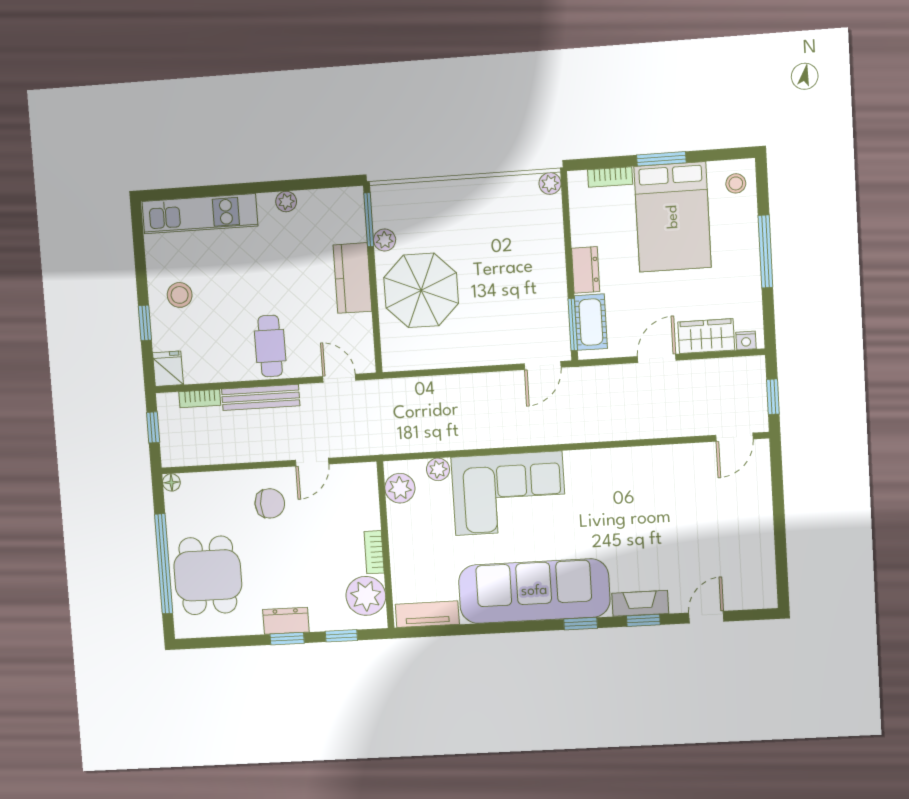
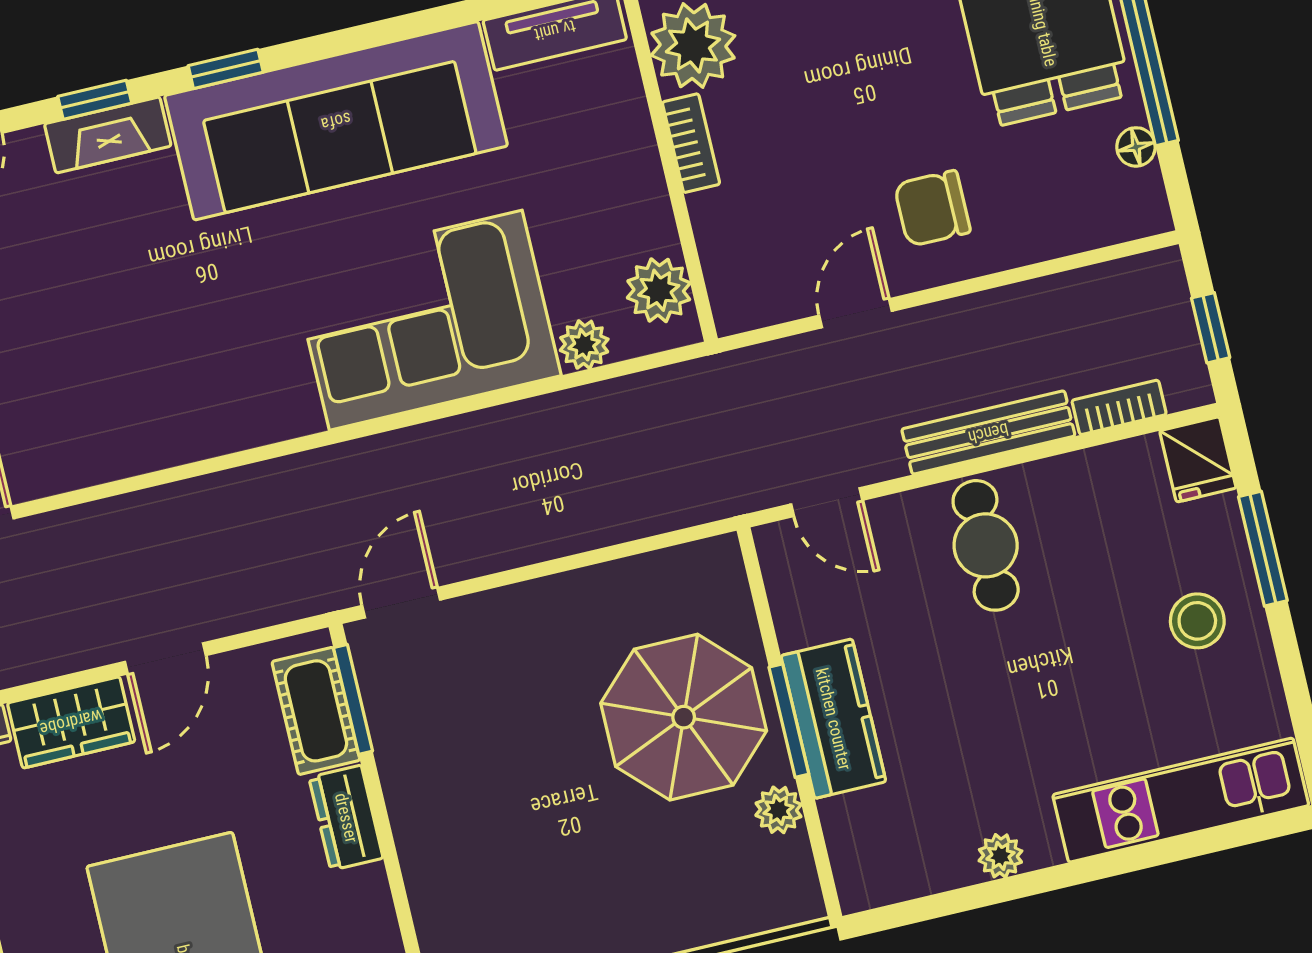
window: (369, 220) -> (789, 721), moved
window: (145, 323) -> (1263, 549), width x1.50
floor lamp: (171, 482) -> (1136, 147), moved

